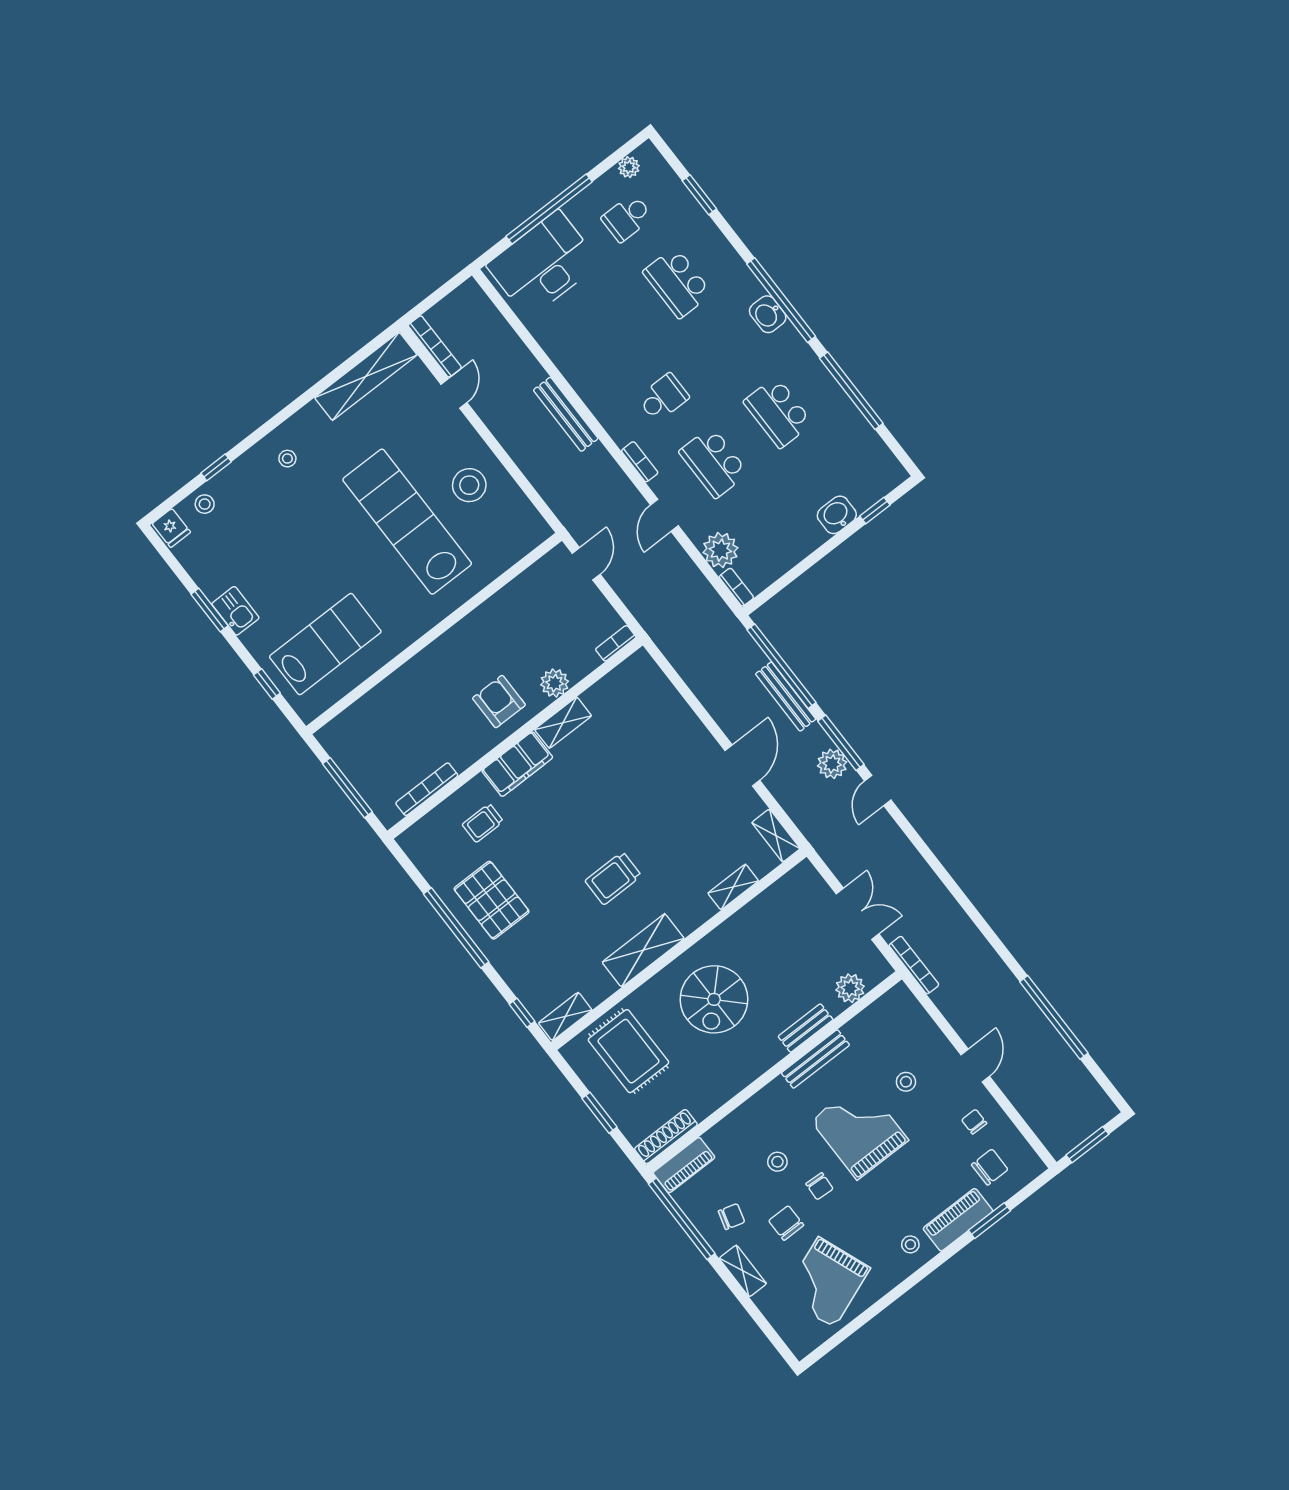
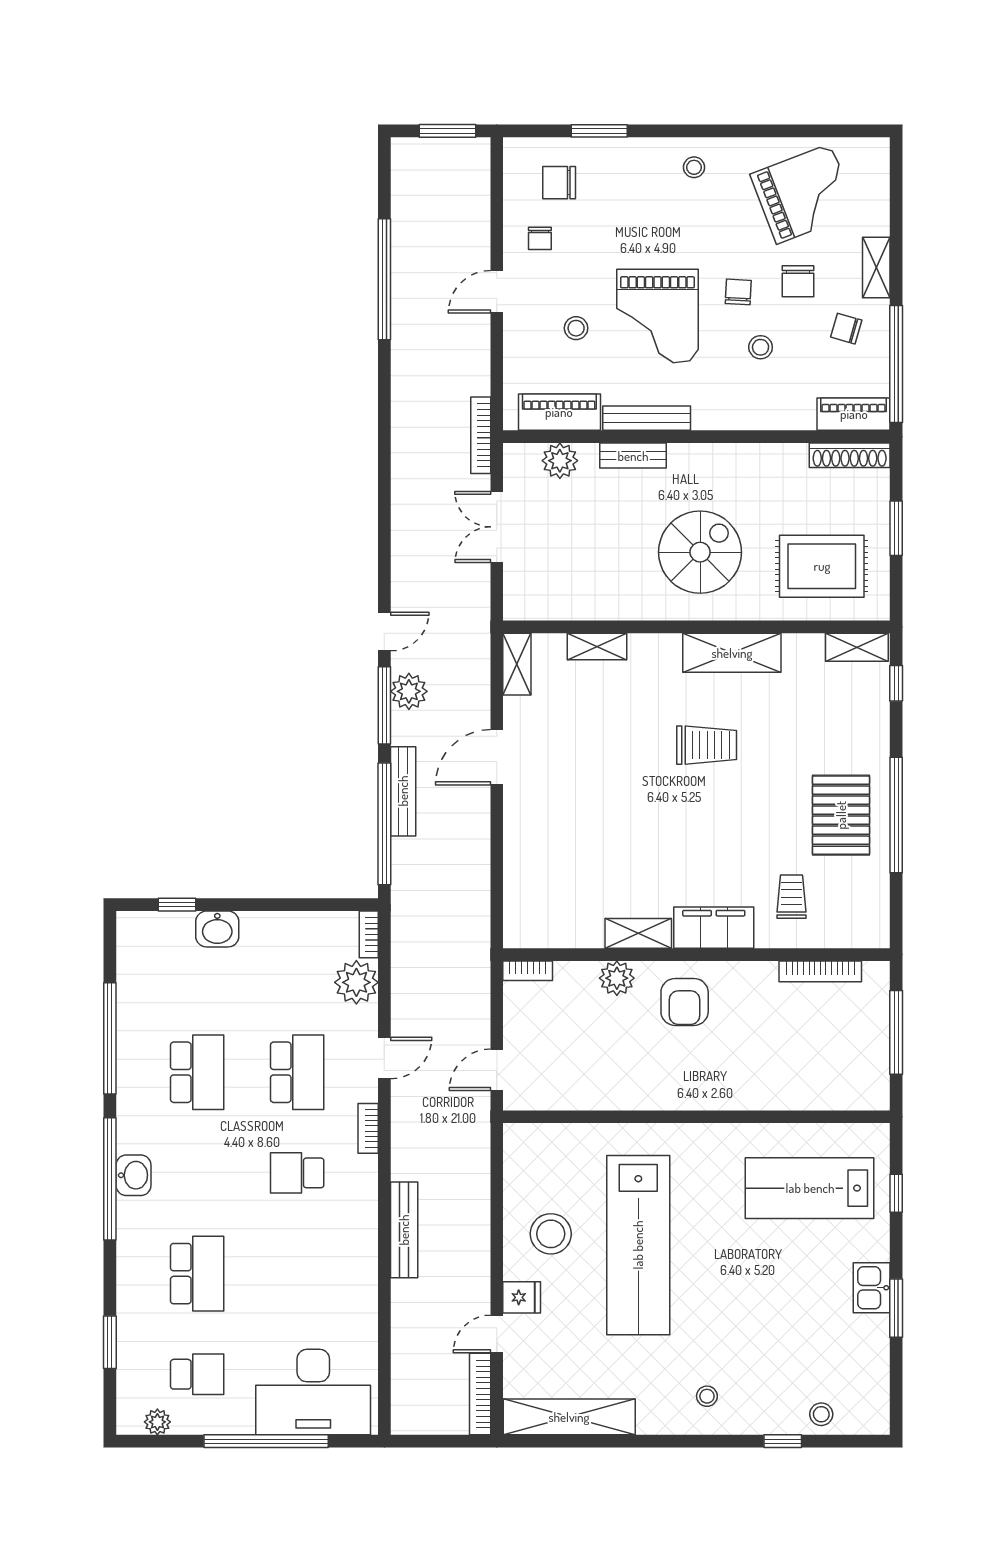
fridge: (171, 528) -> (522, 1297), moved, turned 90
trolley: (483, 823) -> (791, 897), turned -90
rug: (628, 1051) -> (822, 566), turned 90
piano: (958, 1220) -> (559, 412), moved, turned 180

